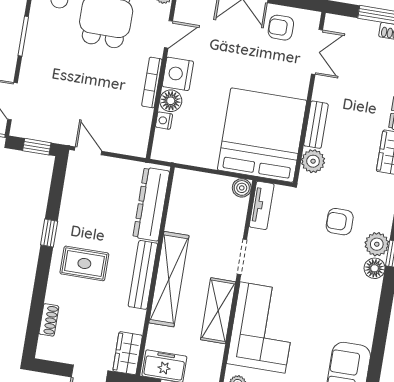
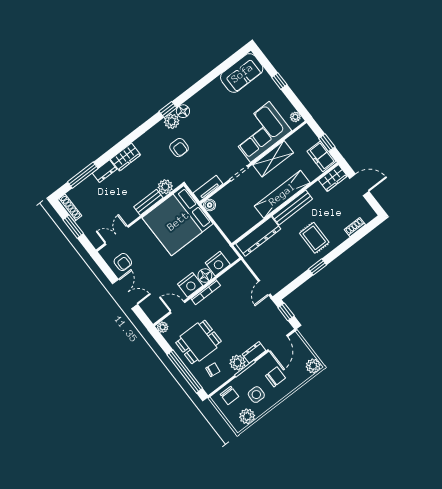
plant: (38, 35) -> (237, 363), added
dresser: (30, 65) -> (254, 352), added
nightstand: (164, 121) -> (218, 264), width x1.89, depth x1.79

